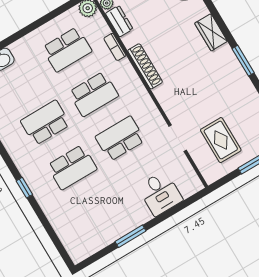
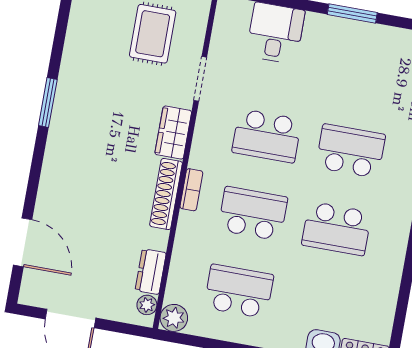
wardrobe: (211, 32) -> (173, 133), moved, turned 180
bookcase: (115, 47) -> (191, 190), moved

